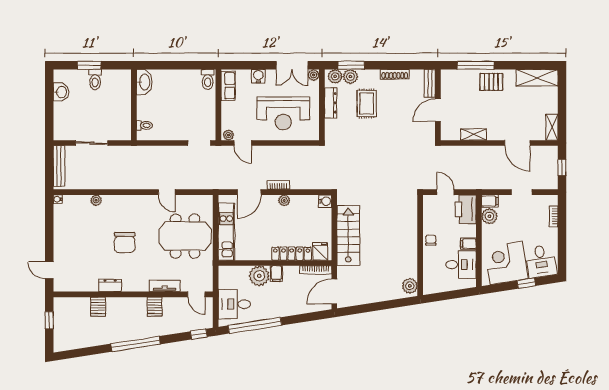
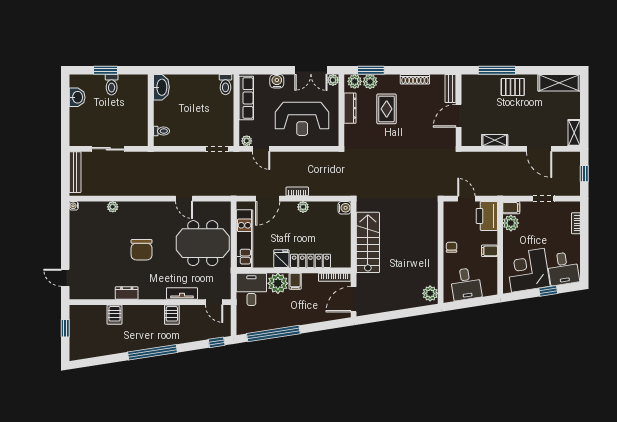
row of seats: (228, 86) -> (246, 98), width x1.48
fridge: (320, 251) -> (281, 259), moved
desk: (461, 265) -> (466, 284), moved, turned 81
desk: (234, 304) -> (251, 289), moved, turned 90

